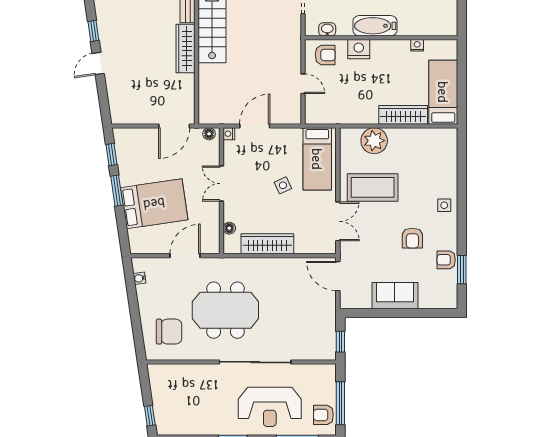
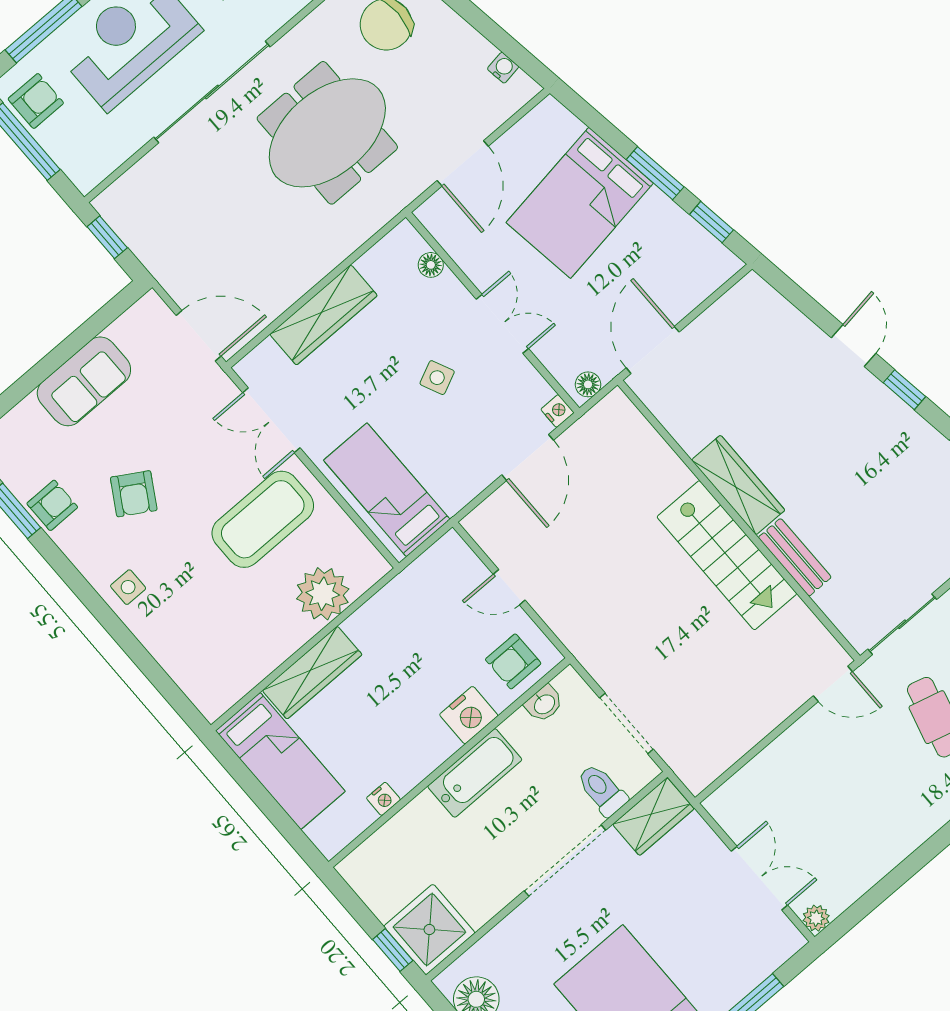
side table: (283, 185) -> (437, 378), moved
armchair: (412, 238) -> (134, 494), turned -149
wardrobe: (267, 244) -> (324, 315), moved

